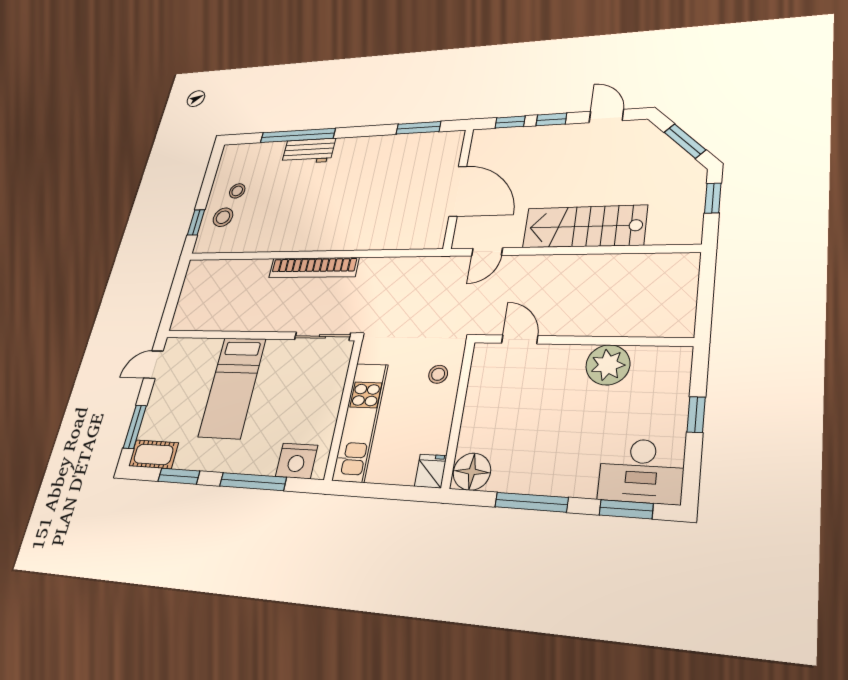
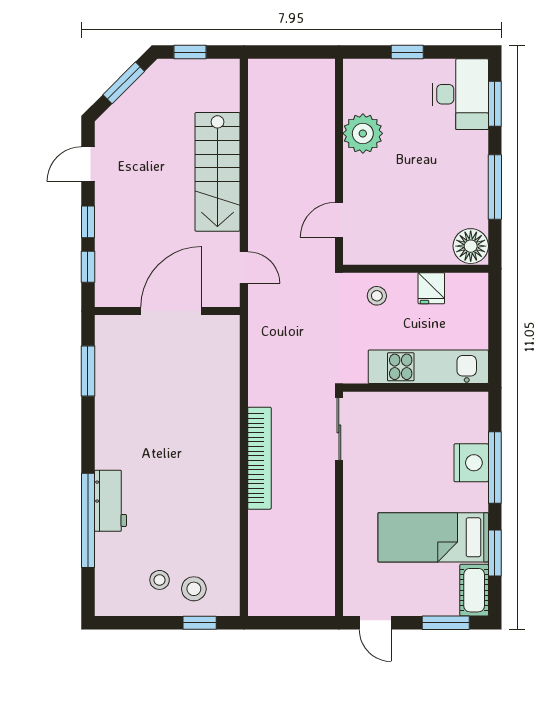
bed: (232, 387) -> (433, 537), moved, turned 180
nightstand: (297, 461) -> (471, 463), moved
fridge: (431, 471) -> (431, 288), moved, turned -90

